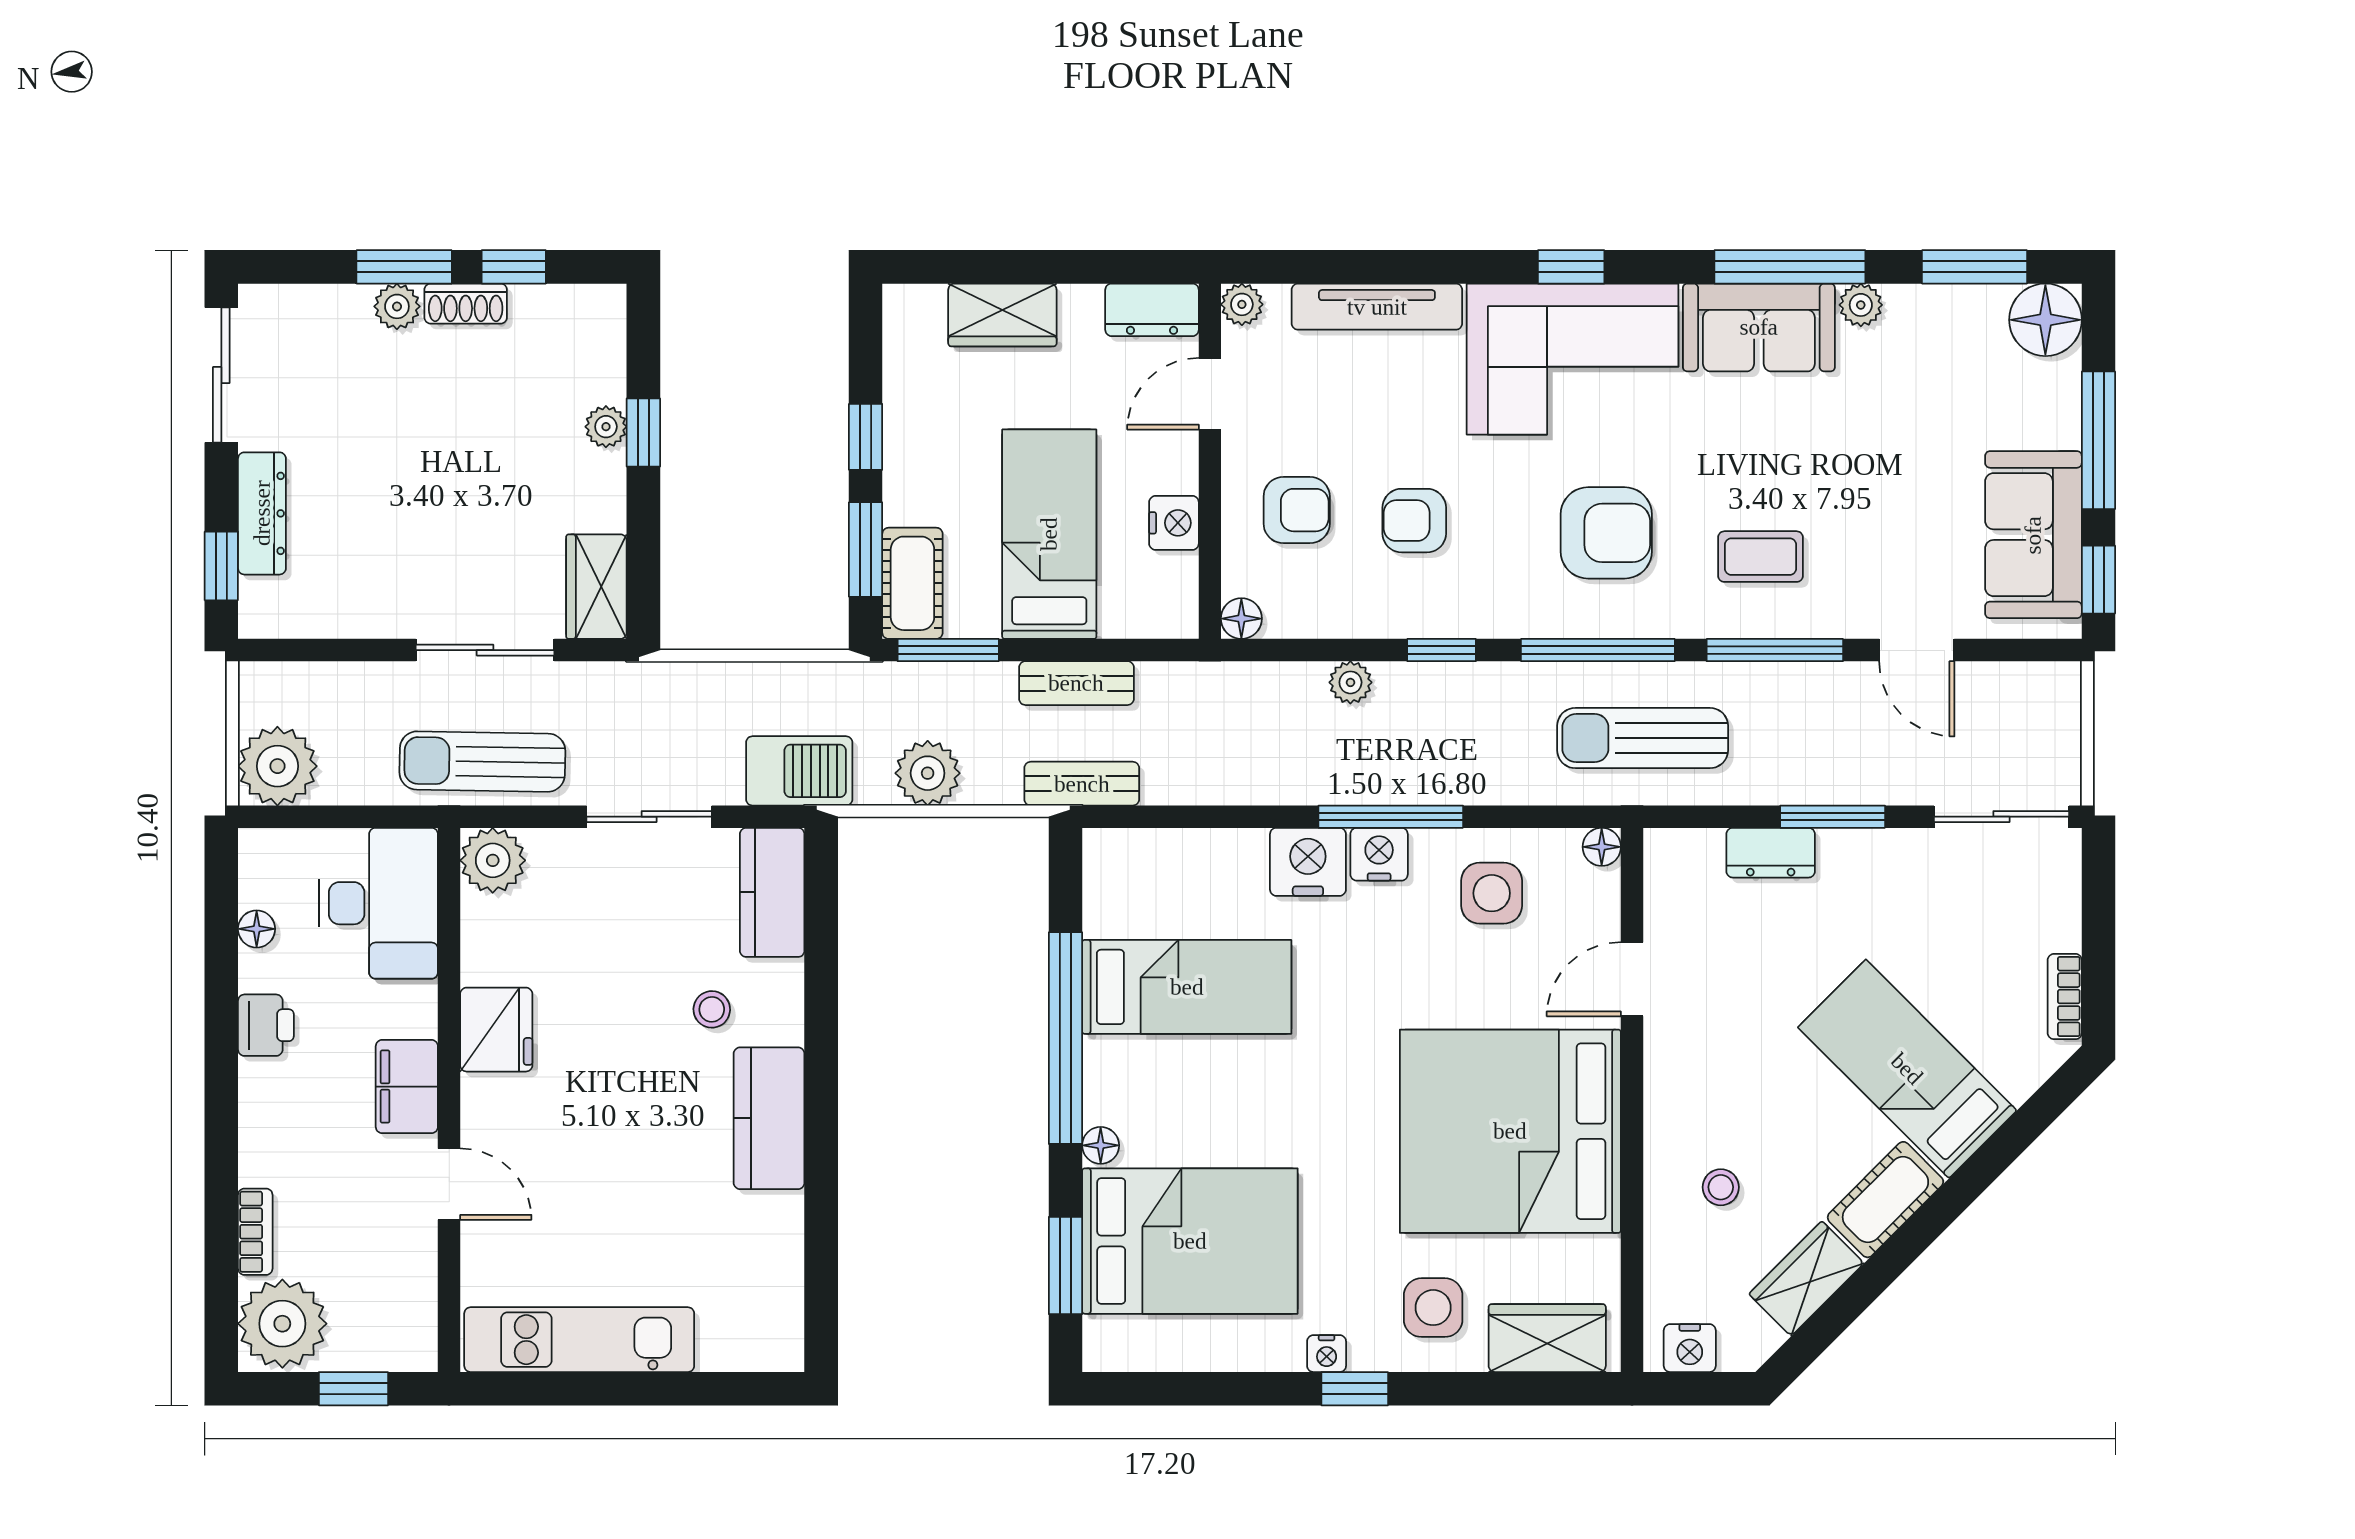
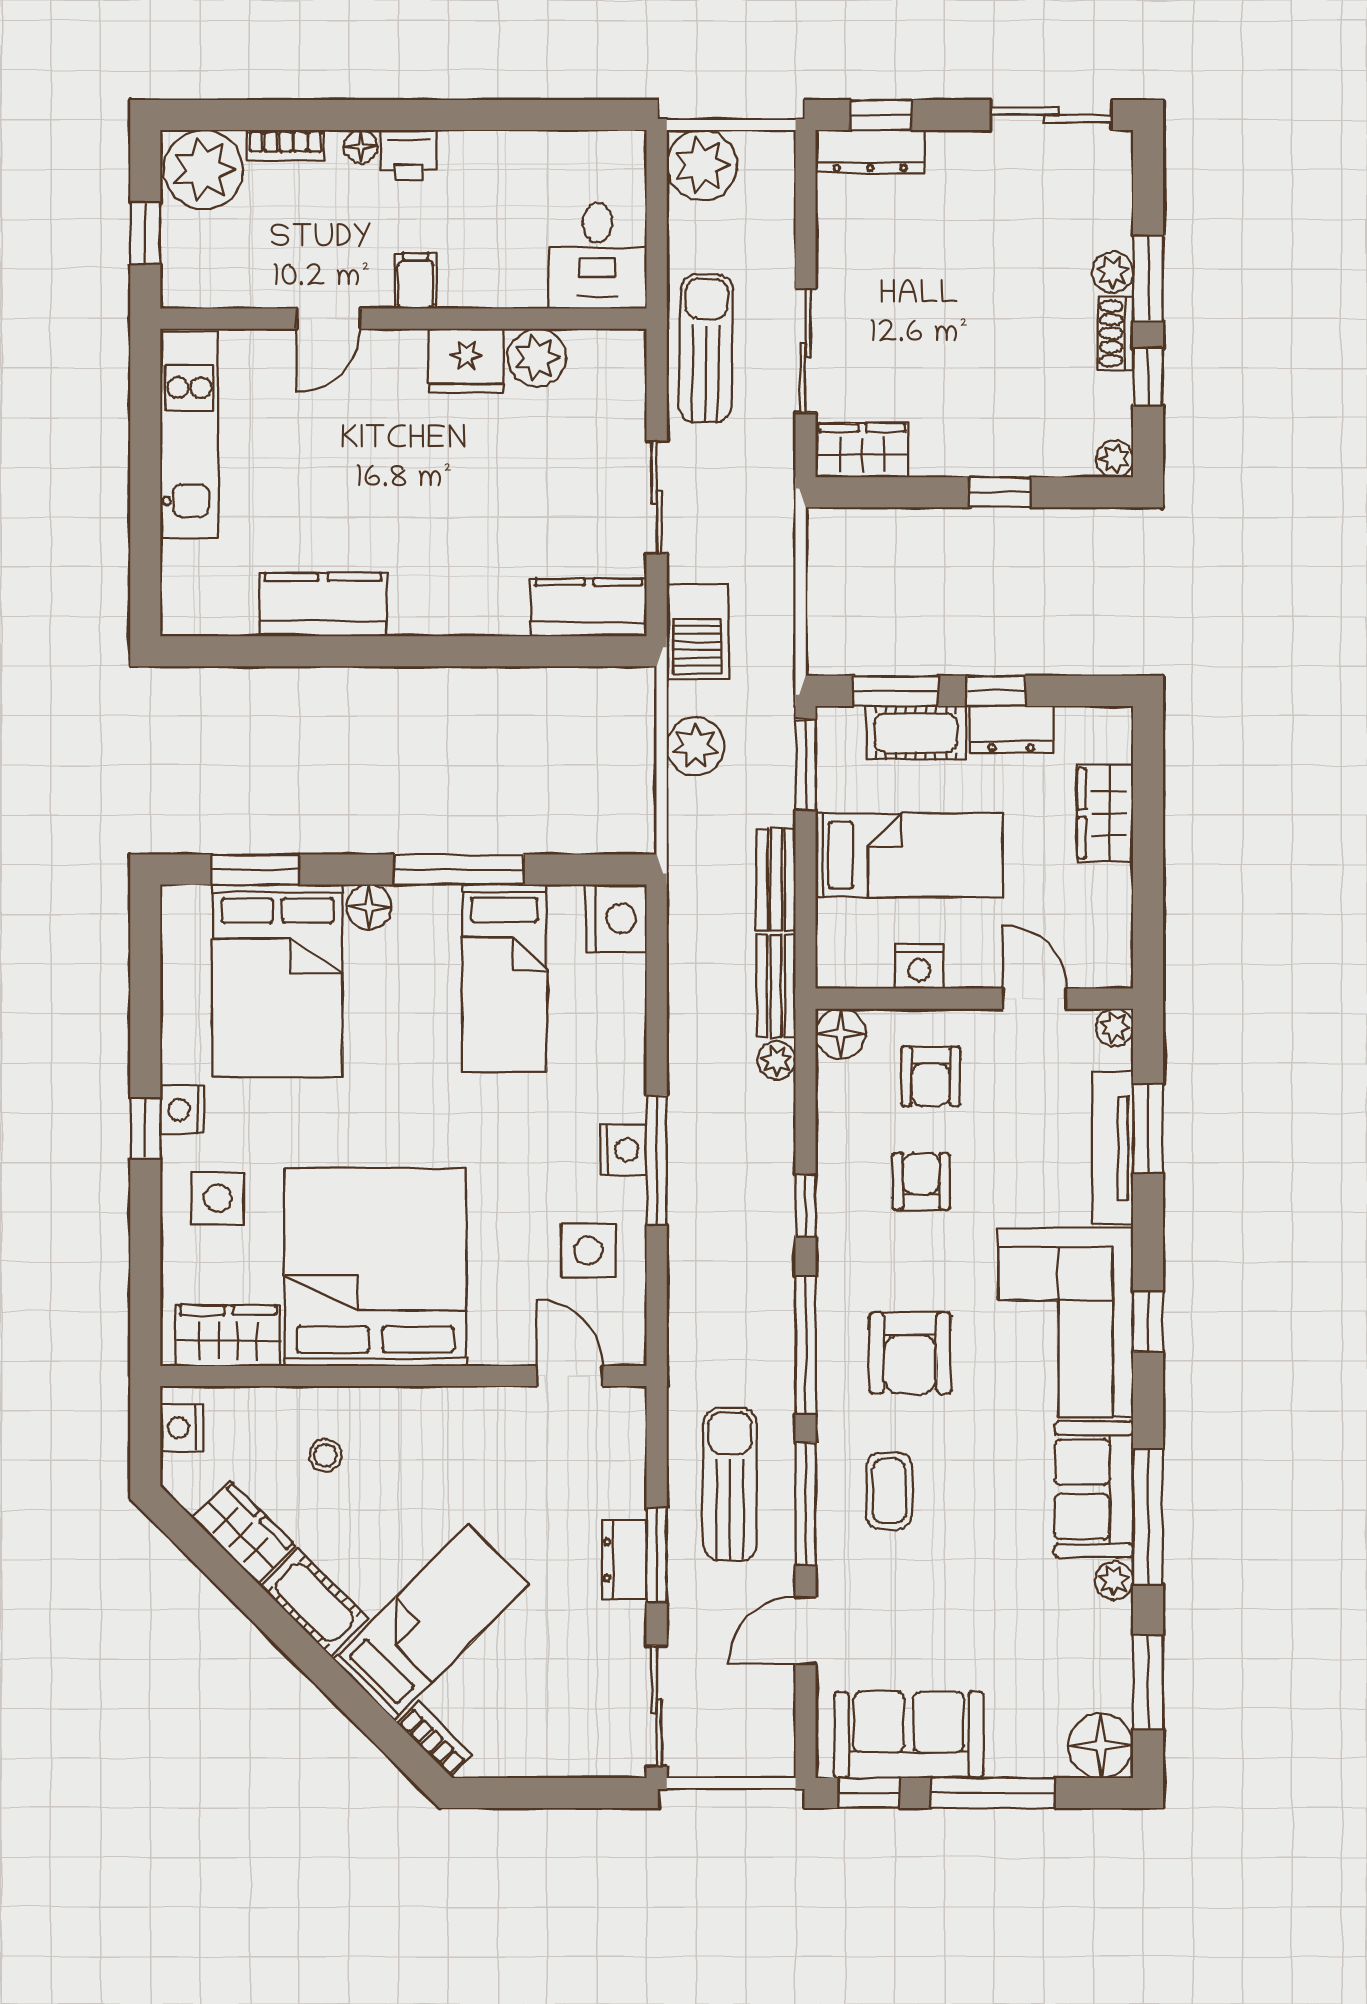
window: (1355, 267) -> (1148, 1128), added
dresser: (1152, 310) -> (1011, 729), moved, turned -90
plant: (606, 427) -> (1115, 459), moved
dresser: (262, 513) -> (870, 151), moved
cot: (912, 583) -> (916, 733), moved
floor lamp: (1241, 619) -> (841, 1034), width x1.37, depth x1.37
plant: (1350, 682) -> (777, 1060), moved
sun lounger: (1643, 738) -> (730, 1484), moved
bench: (1082, 784) -> (776, 986), moved
floor lamp: (1602, 847) -> (630, 1349), removed
dresser: (1771, 853) -> (624, 1560), moved
plant: (493, 860) -> (537, 358), moved
nightstand: (1308, 862) -> (616, 918), moved
desk: (379, 903) -> (598, 256), width x0.73
floor lamp: (257, 929) -> (361, 147), moved
door: (1632, 979) -> (570, 1376), moved
bookcase: (2065, 997) -> (435, 1739), moved, turned 45
stool: (712, 1009) -> (484, 553), removed
printer: (266, 1025) -> (409, 155), moved
window: (1065, 1038) -> (459, 870), width x0.68
filing cabinet: (407, 1087) -> (415, 281), width x0.50
kitchen counter: (769, 1118) -> (323, 605), moved
floor lamp: (1101, 1145) -> (369, 907), width x1.37, depth x1.37
wardrobe: (1547, 1338) -> (228, 1336), moved, turned -90
nightstand: (1327, 1354) -> (183, 1110), width x1.39, depth x1.35

